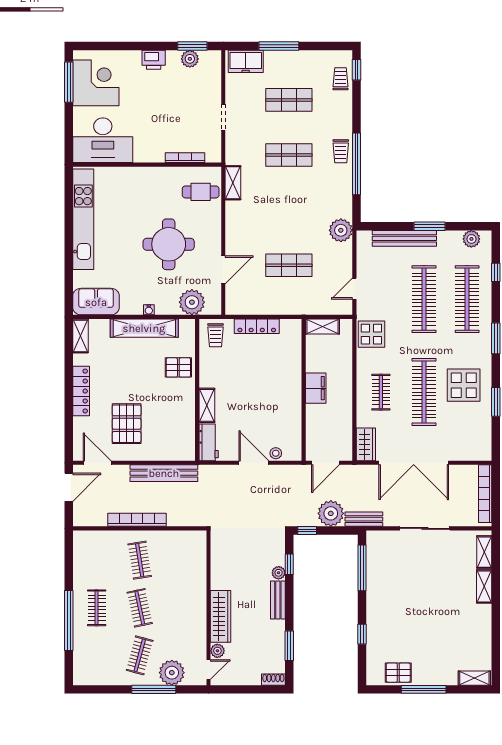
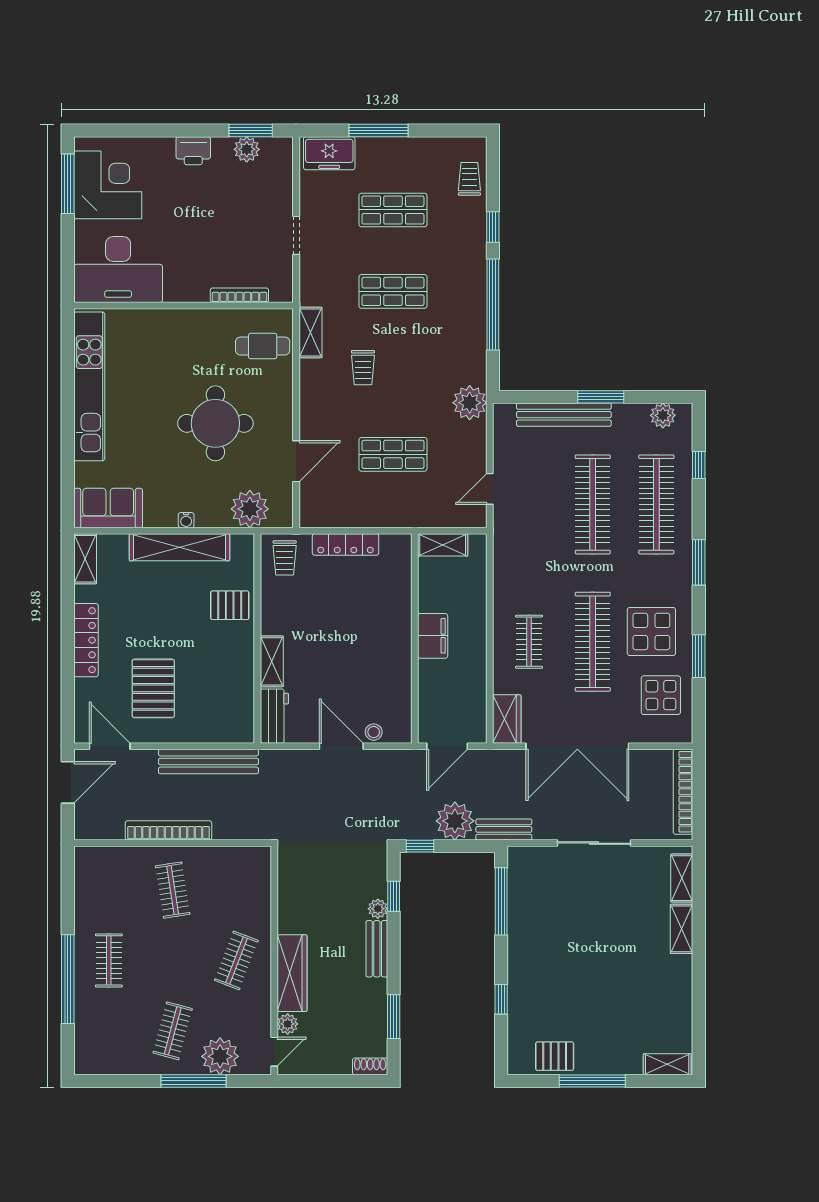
window: (356, 70) -> (493, 227), moved
trolley: (341, 151) -> (363, 368), moved
display table: (371, 334) -> (661, 695), moved
clothes rail: (140, 608) -> (236, 960), moved, turned 33

